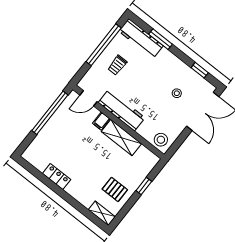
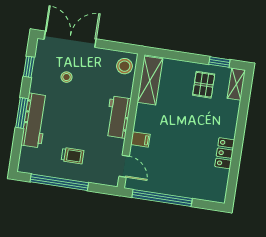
workbench: (141, 38) -> (35, 120), moved
window: (160, 39) -> (22, 113), moved
workbench: (122, 110) -> (118, 117), width x0.73
shelving: (121, 138) -> (150, 80), moved
window: (144, 186) -> (219, 62), moved

